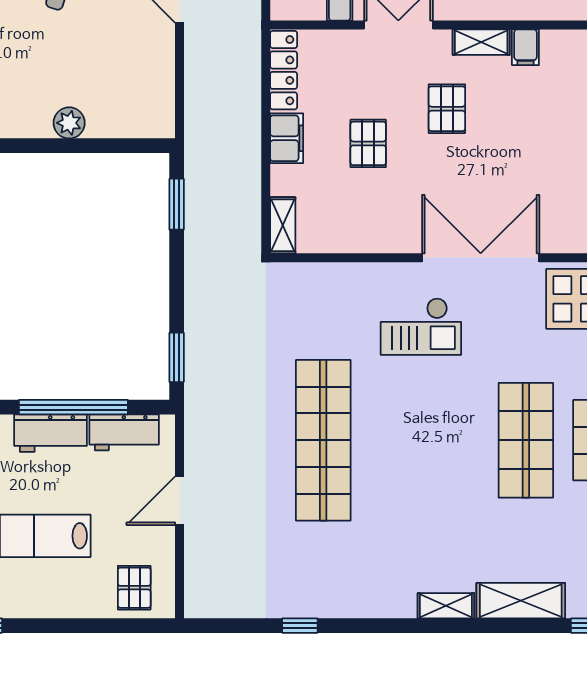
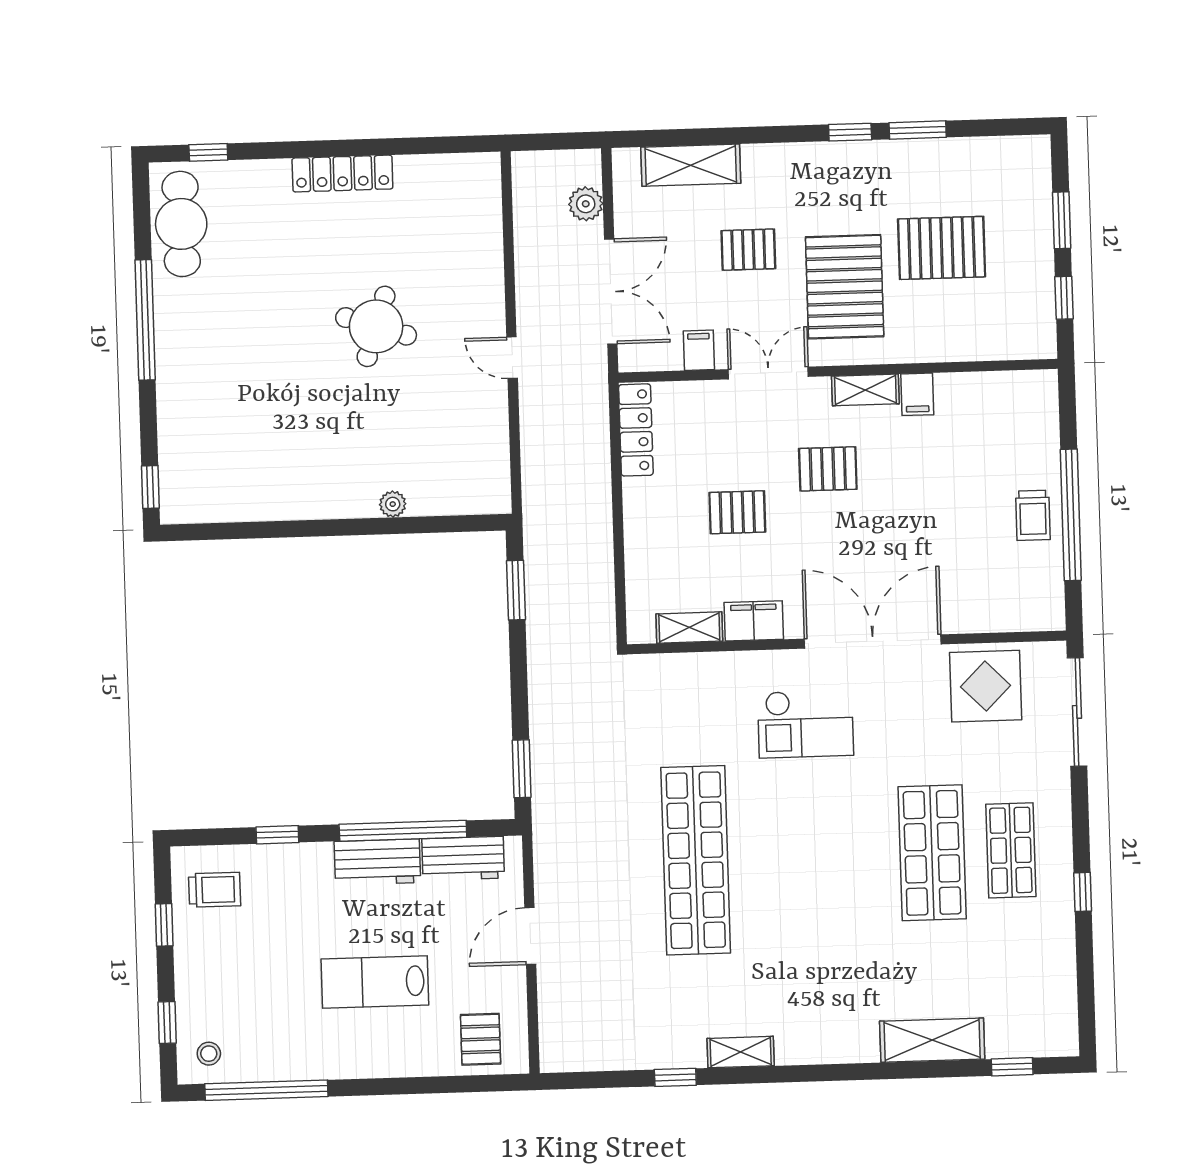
pallet: (447, 109) -> (828, 469), turned 90
plant: (69, 123) -> (393, 504), width x0.73, depth x0.73
filing cabinet: (287, 138) -> (754, 621), moved, turned -90
pallet: (368, 143) -> (737, 512), turned 90
shelving: (283, 225) -> (689, 628), moved, turned 90
shelving: (446, 606) -> (741, 1052), moved

